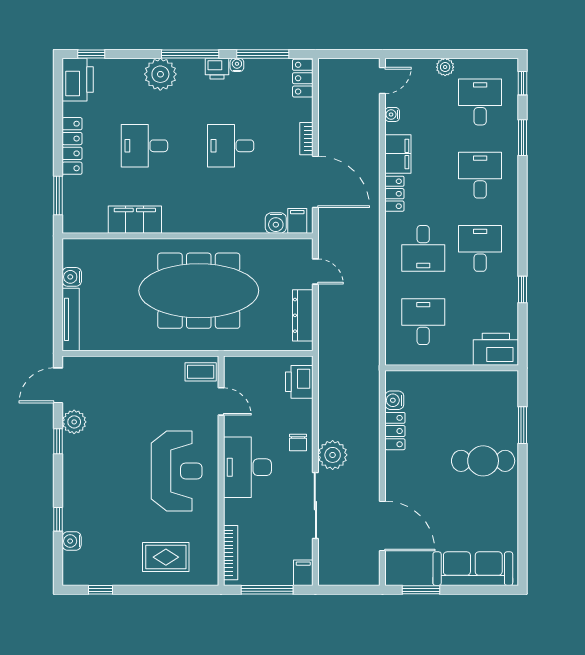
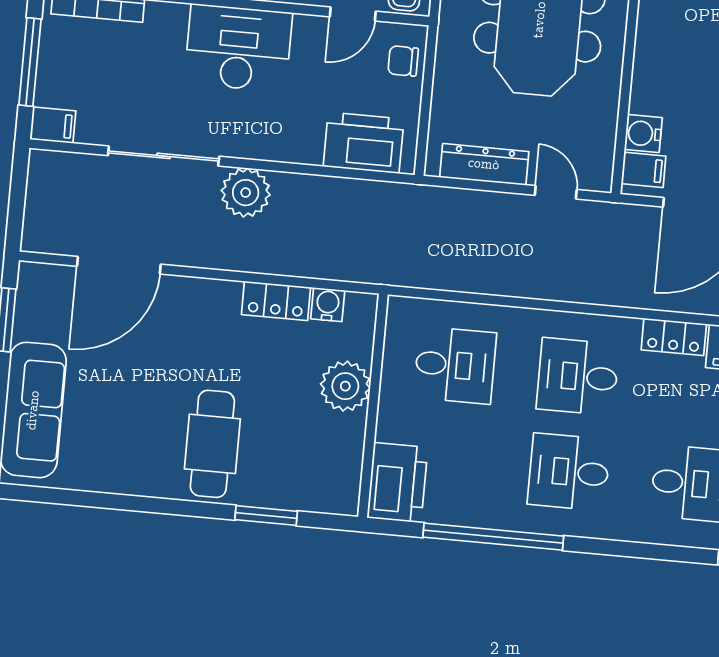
desk: (480, 248) -> (569, 472), turned 180
door: (315, 272) -> (556, 192), swing flipped
window: (522, 290) -> (493, 537), width x3.17
printer: (299, 382) -> (364, 143), width x1.37, depth x1.19
plant: (442, 385) -> (345, 386), added
chair: (298, 443) -> (403, 61), moved

